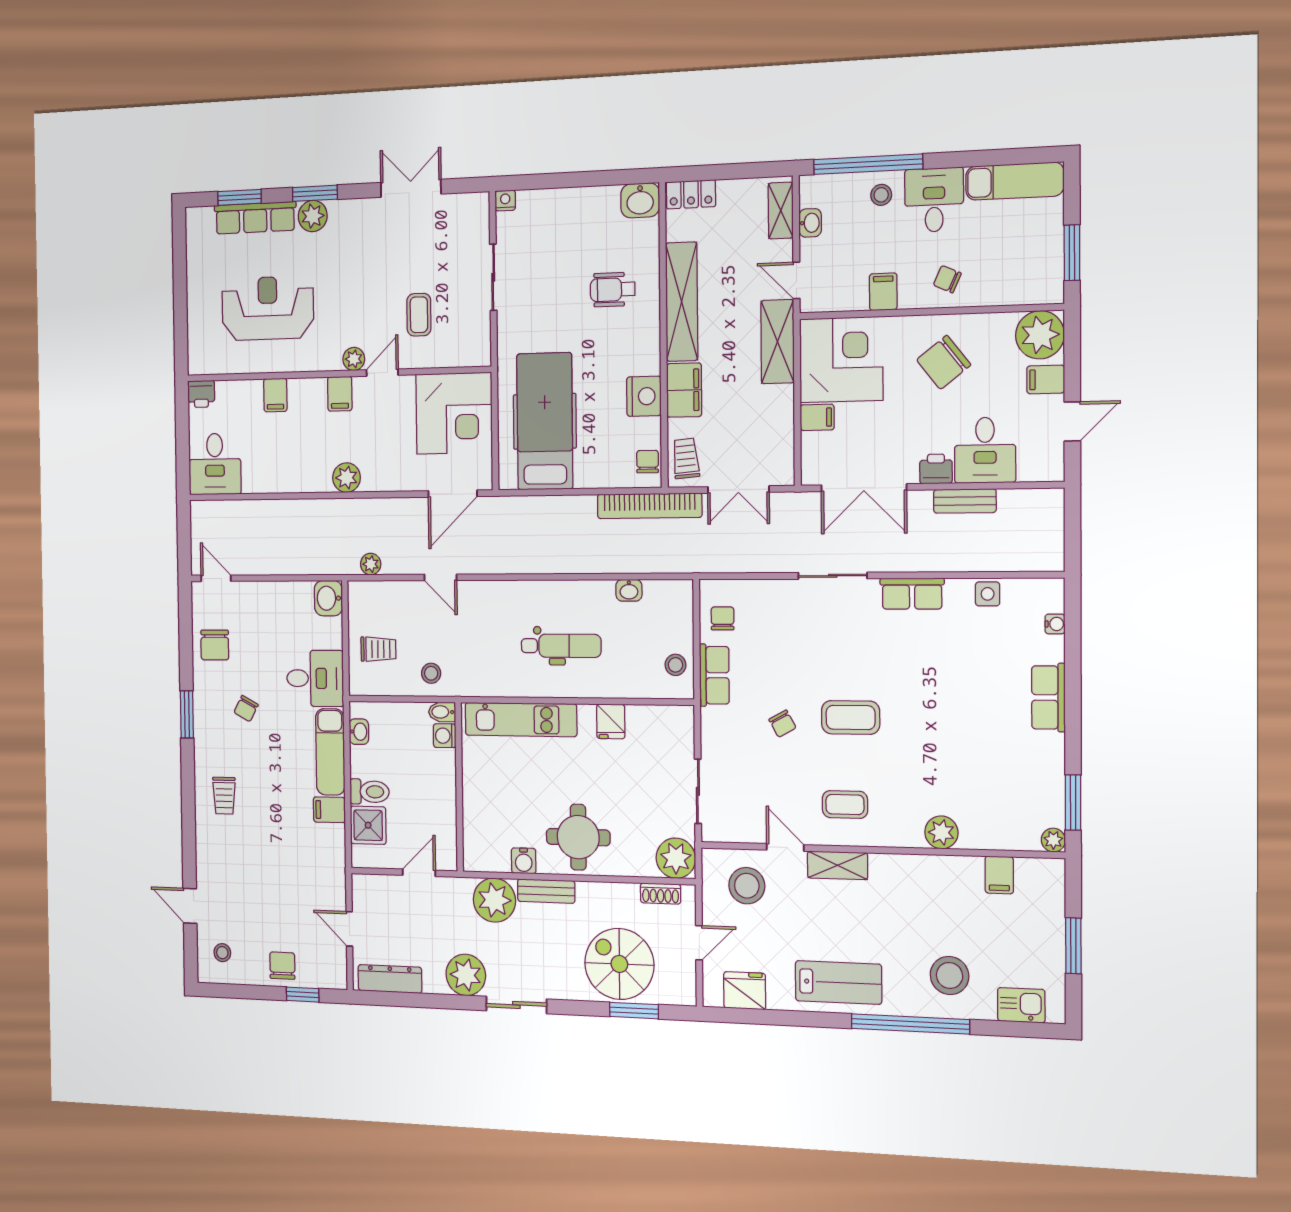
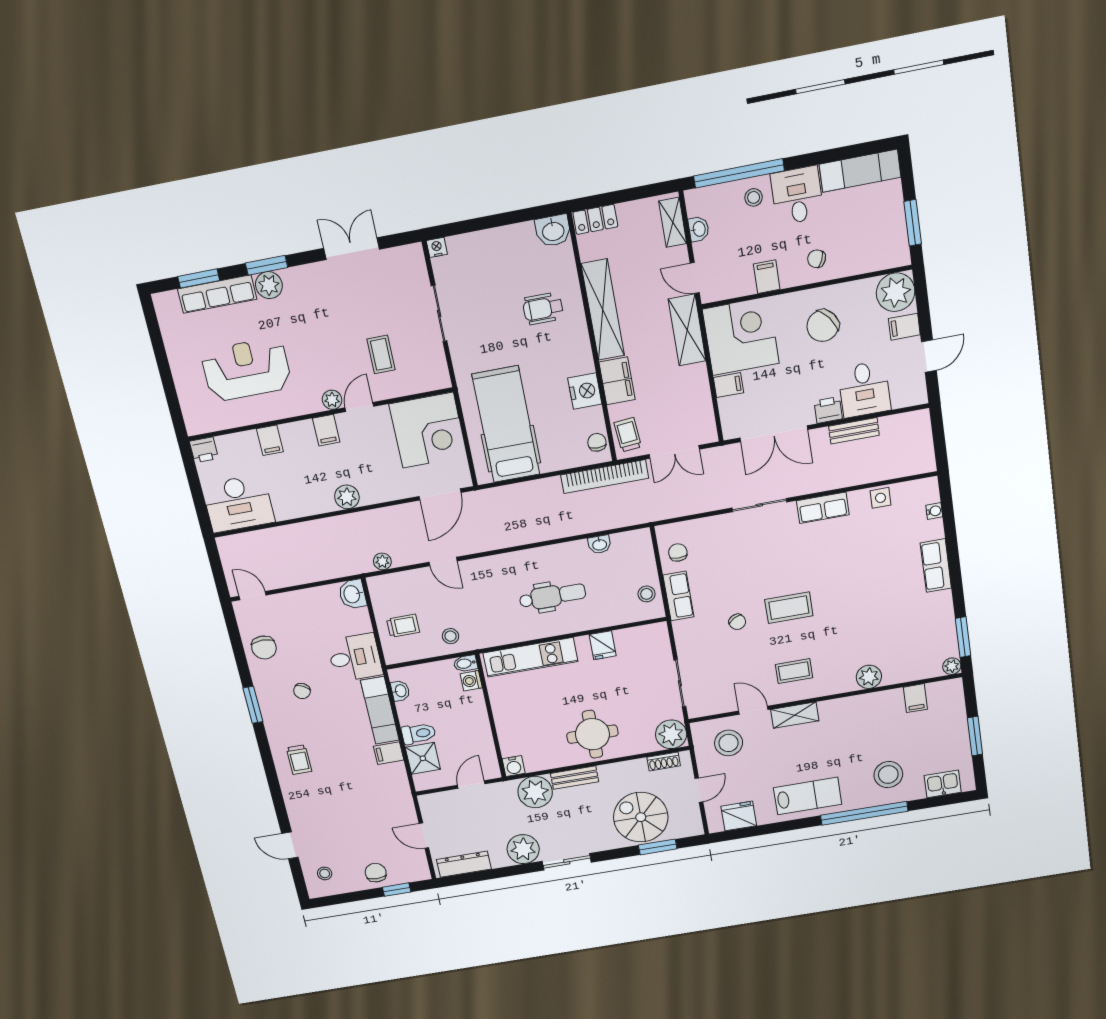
desk: (215, 464) -> (238, 503), width x1.37
water cooler: (524, 861) -> (514, 766), moved

